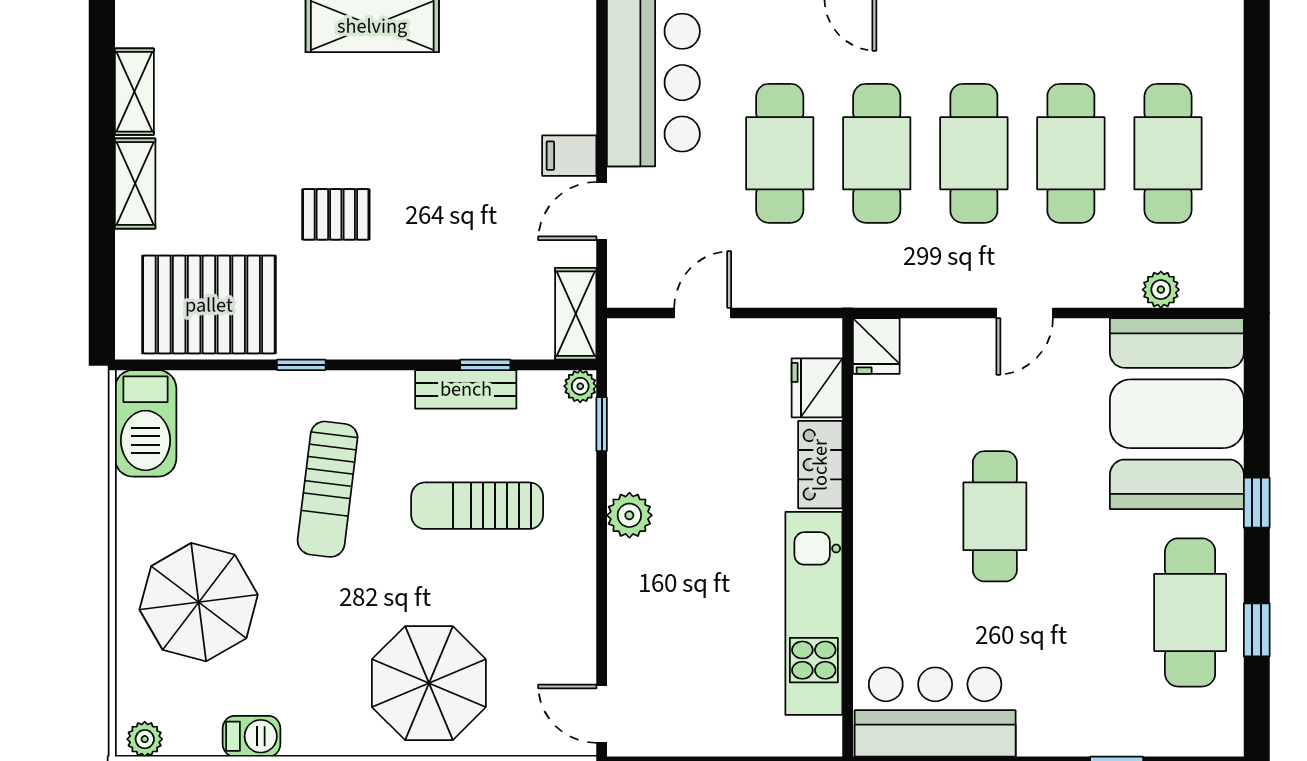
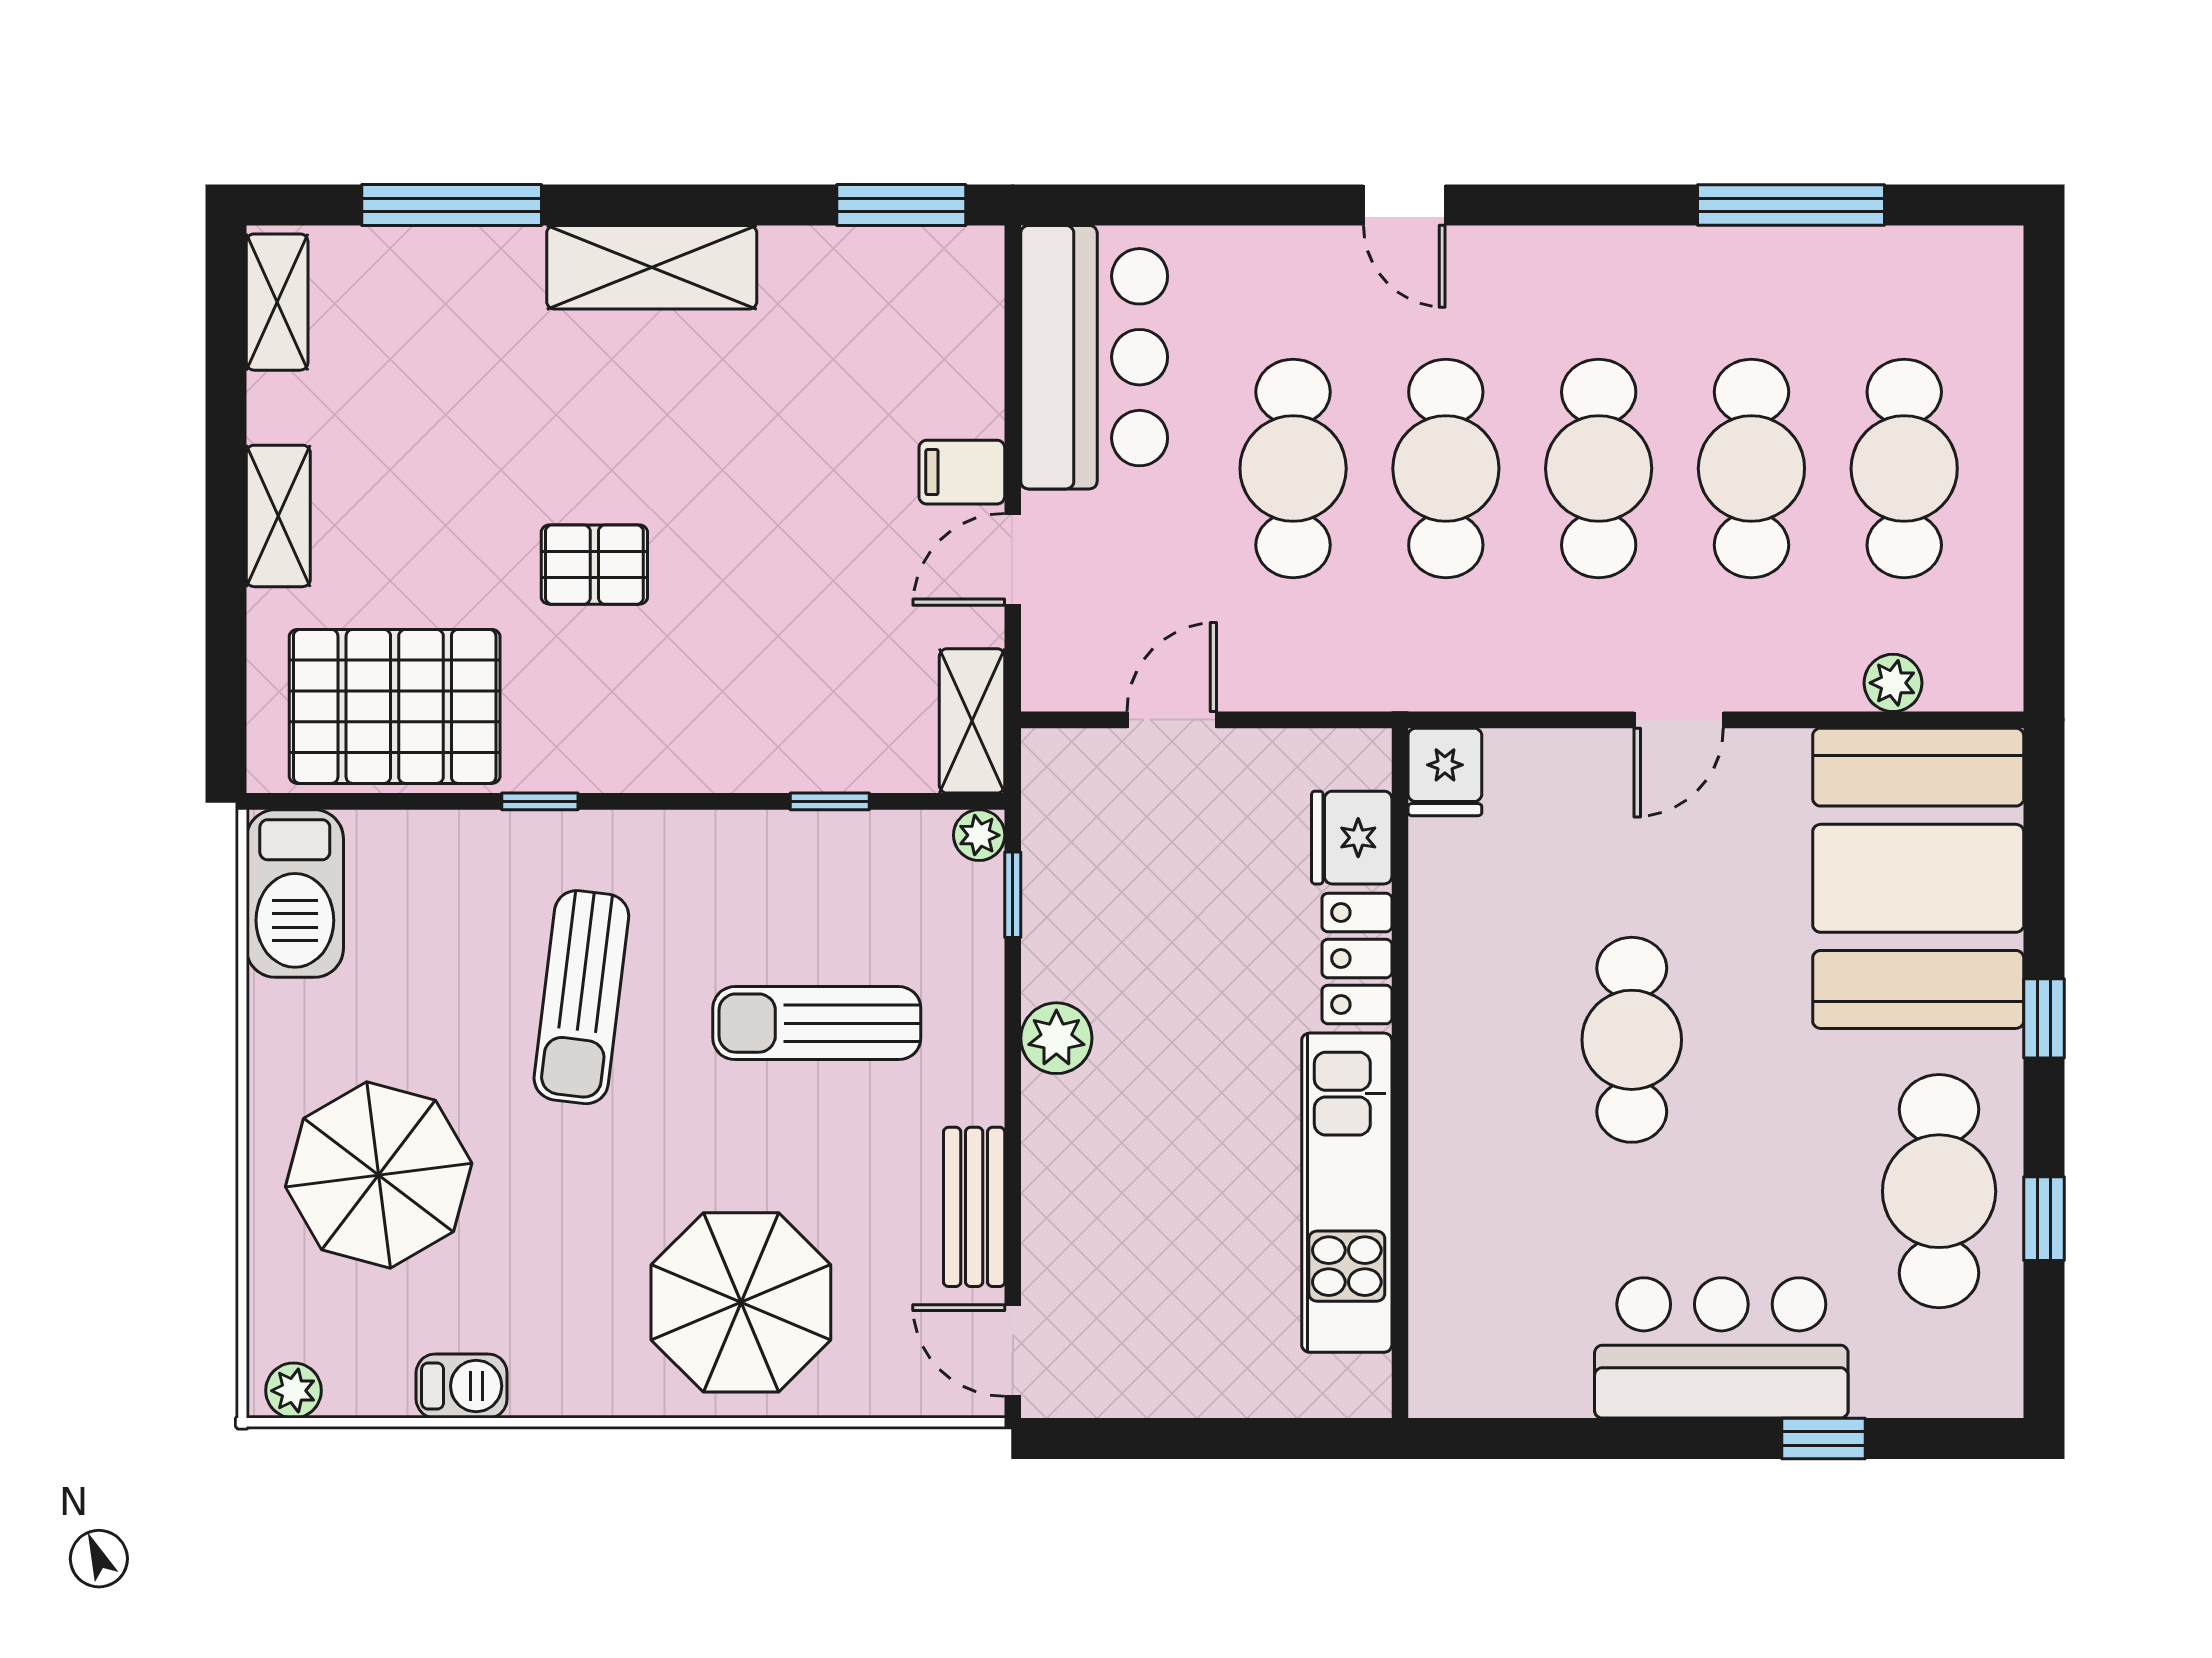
shelving: (134, 92) -> (277, 302), moved
bench: (466, 389) -> (974, 1207), moved, turned 90
bar counter: (935, 712) -> (1721, 1348), moved

